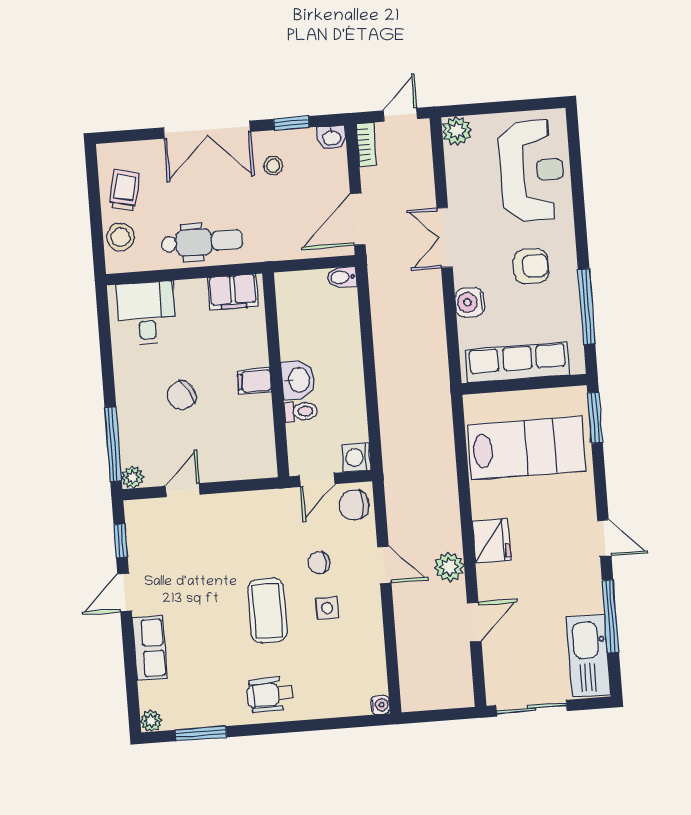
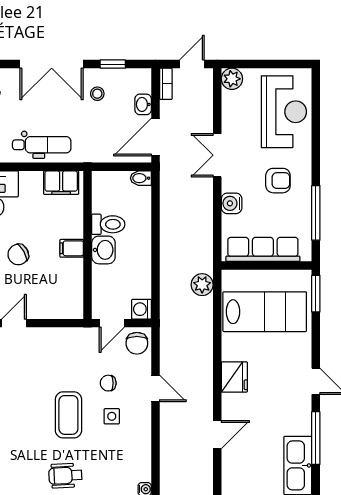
washbasin: (332, 137) -> (143, 104), moved, turned 90
toilet: (301, 411) -> (108, 224), moved, width x1.37, depth x1.39
chair: (354, 505) -> (137, 343), turned -90
plant: (449, 567) -> (202, 285), moved

